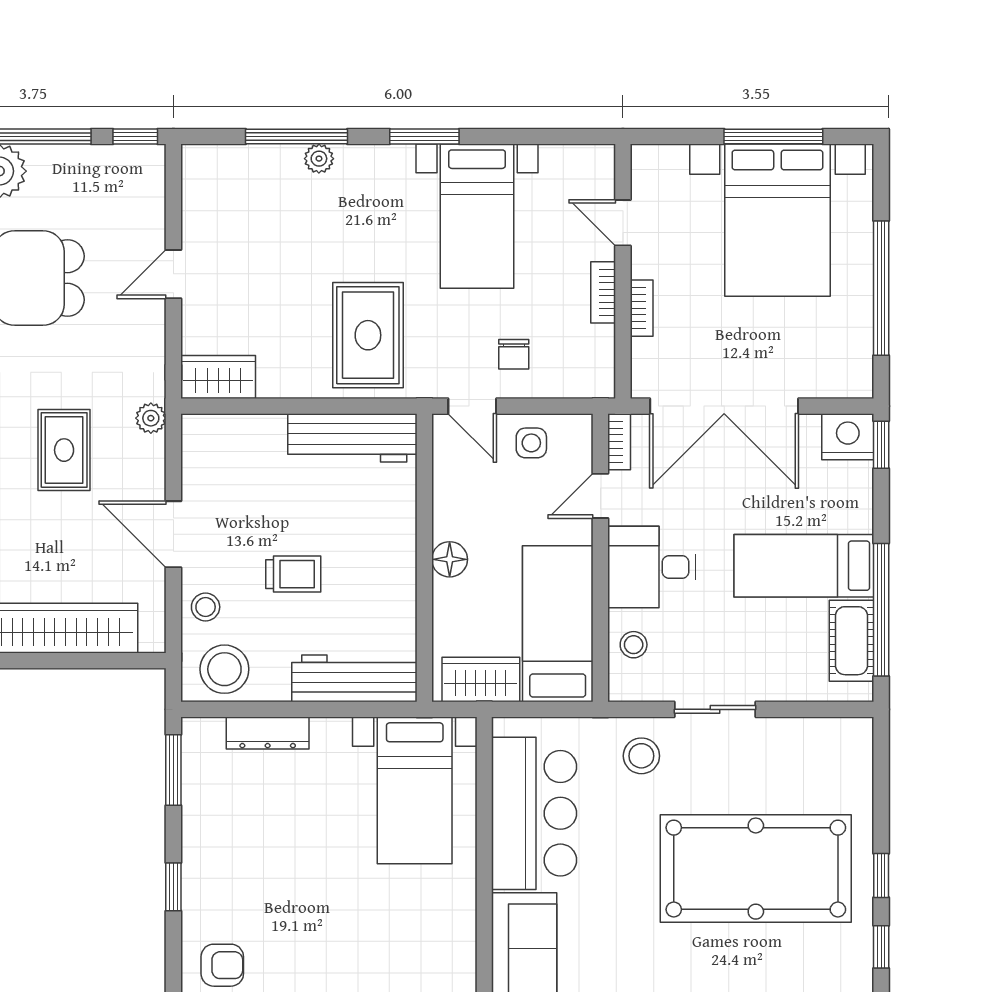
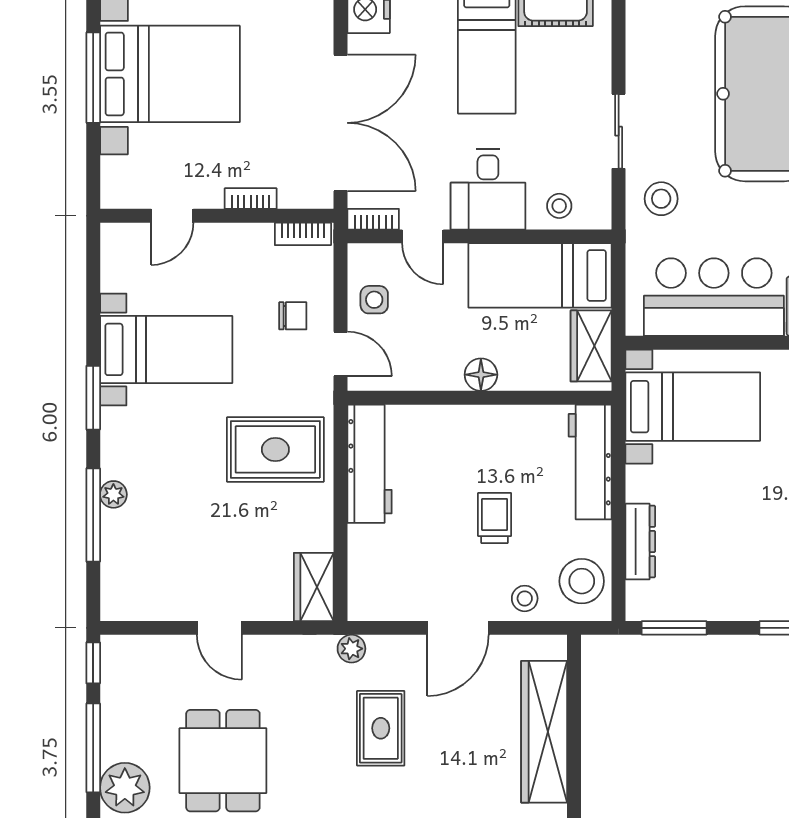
bookcase: (603, 292) -> (303, 234), moved
door: (472, 406) -> (340, 354), hinge flipped
rug: (64, 450) -> (381, 728), turned 90

